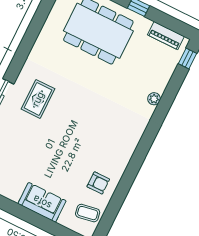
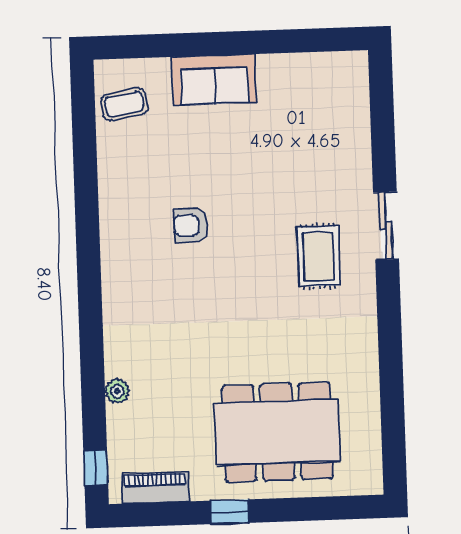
plant: (154, 99) -> (117, 391), moved
armchair: (98, 183) -> (191, 225), moved

